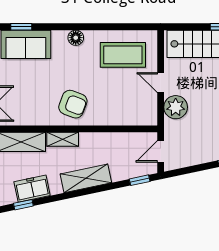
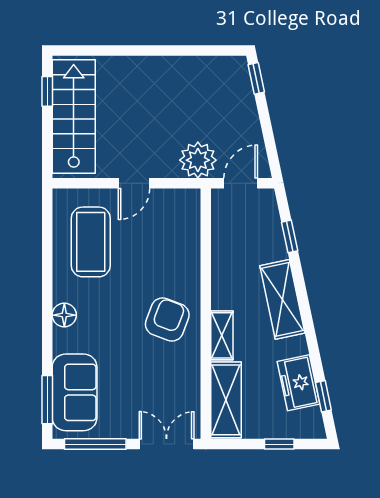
window: (21, 27) -> (47, 400), width x1.50
plant: (176, 107) -> (198, 160), moved
door: (161, 151) -> (241, 183), swing flipped
window: (140, 180) -> (290, 236), moved

